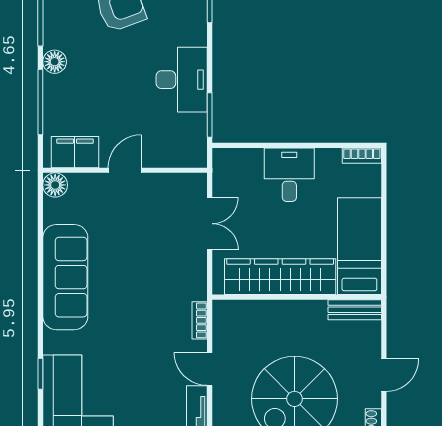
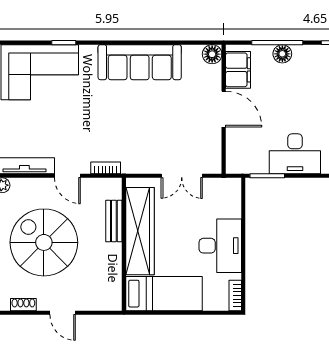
floor lamp: (55, 62) -> (282, 54), moved
door: (125, 170) -> (224, 109), width x1.38
desk: (289, 175) -> (220, 246), width x1.37
bench: (355, 310) -> (114, 221), moved
door: (210, 369) -> (67, 176), swing flipped

